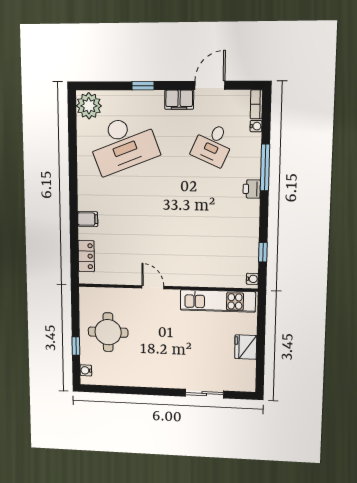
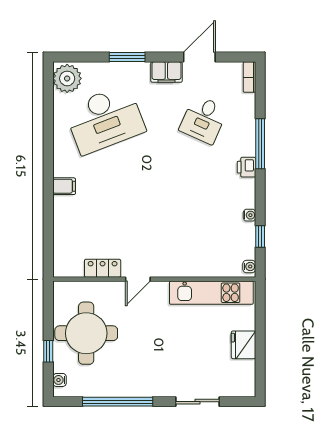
window: (143, 86) -> (127, 57), width x1.50
water cooler: (256, 126) -> (249, 215), moved
filing cabinet: (88, 219) -> (64, 186), moved
locker: (86, 256) -> (103, 268), moved, turned -90
door: (153, 287) -> (138, 279), swing flipped
round table: (108, 332) -> (86, 333), width x1.36, depth x1.36
window: (135, 390) -> (118, 402), added

